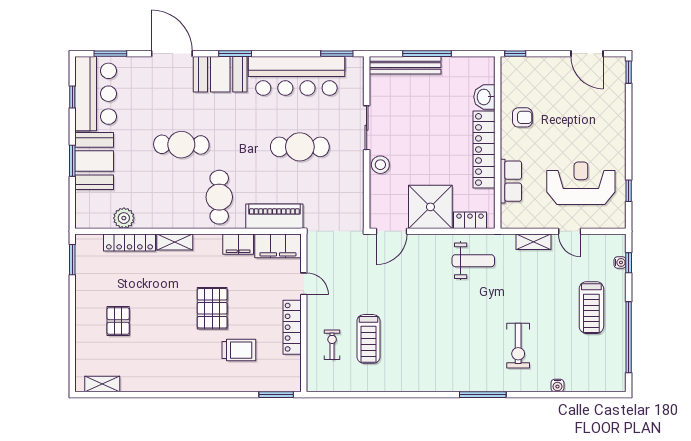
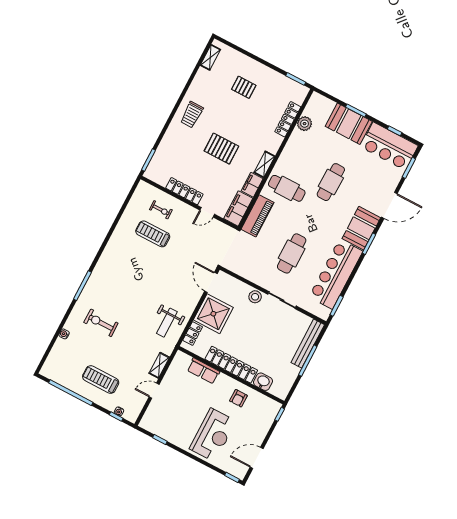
reception desk: (581, 183) -> (213, 435), moved
shelving: (175, 242) -> (264, 164), moved
trolley: (239, 350) -> (192, 115), moved

